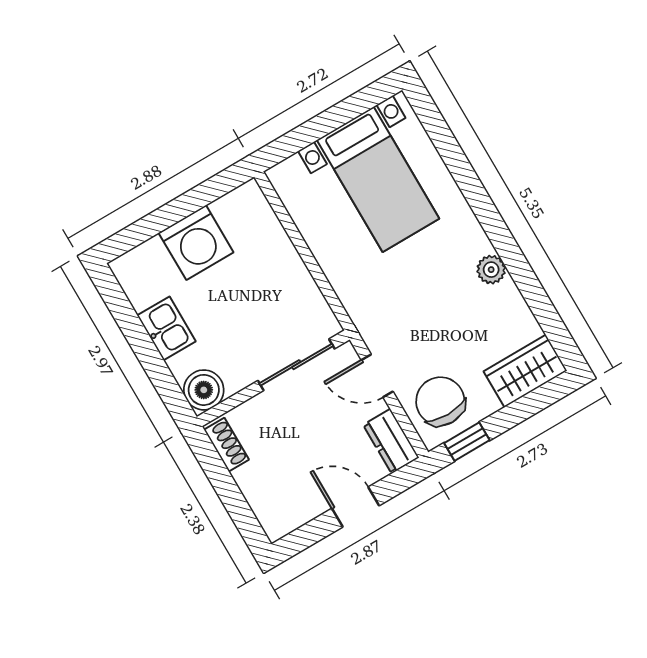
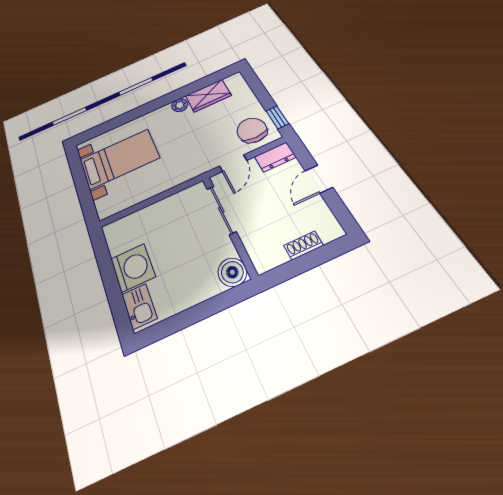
kitchen sink: (166, 328) -> (139, 306), moved, turned 90
wardrobe: (525, 371) -> (208, 96), moved, turned -90
chair: (440, 401) -> (252, 130), turned 90
shoe rack: (227, 445) -> (304, 245), moved

